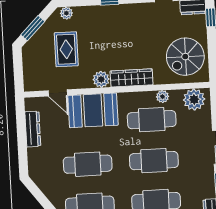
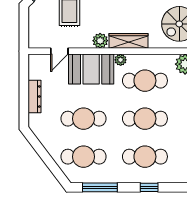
door: (58, 93) -> (59, 51), hinge flipped
plant: (162, 97) -> (121, 60), moved
dresser: (33, 129) -> (34, 97), moved

